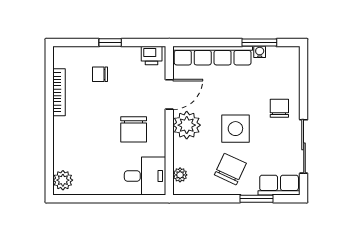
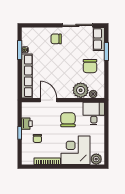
printer: (152, 55) -> (27, 124), moved
plant: (187, 125) -> (81, 90), moved
chair: (134, 129) -> (68, 120), turned -90
side table: (235, 129) -> (67, 63), removed
corner desk: (79, 143) -> (76, 150), added
chair: (230, 169) -> (90, 66), turned -115

